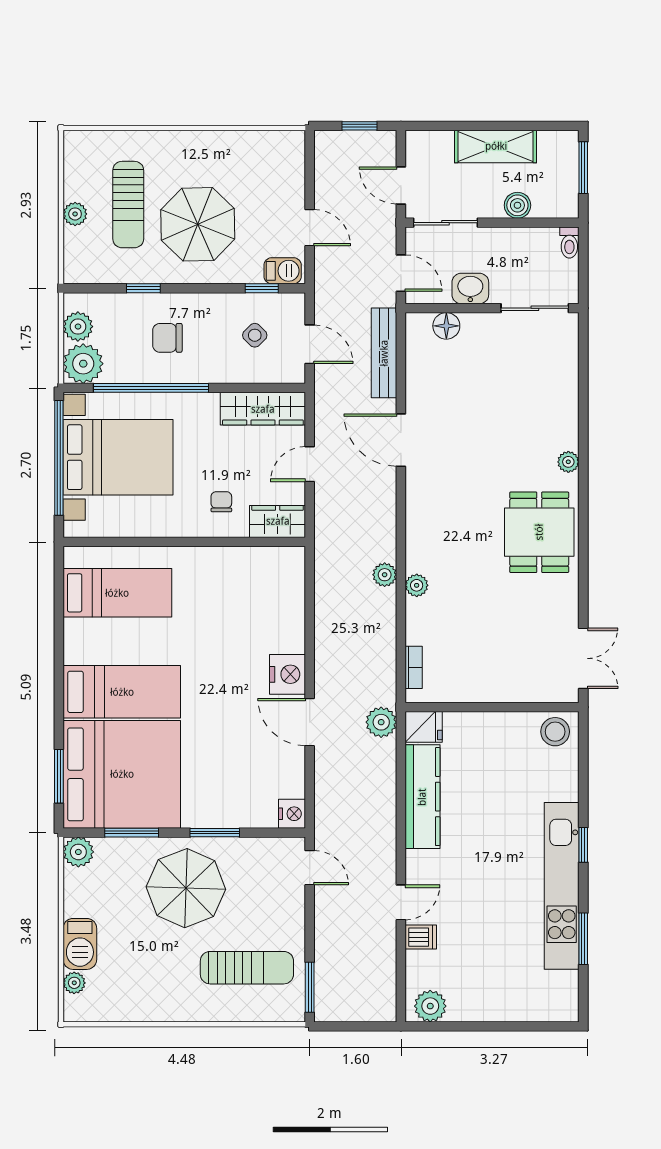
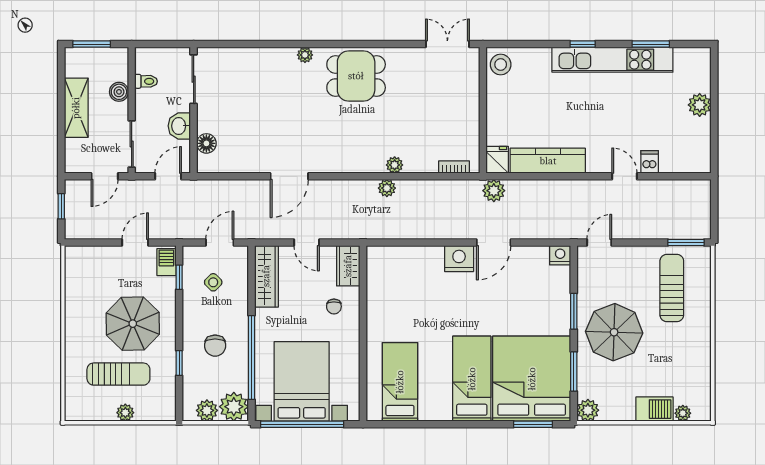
toilet: (569, 243) -> (146, 81), moved
bench: (384, 353) -> (226, 189), removed
chair: (221, 502) -> (334, 306), turned -90
plant: (430, 1006) -> (700, 105), moved

